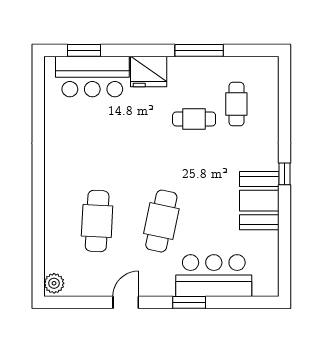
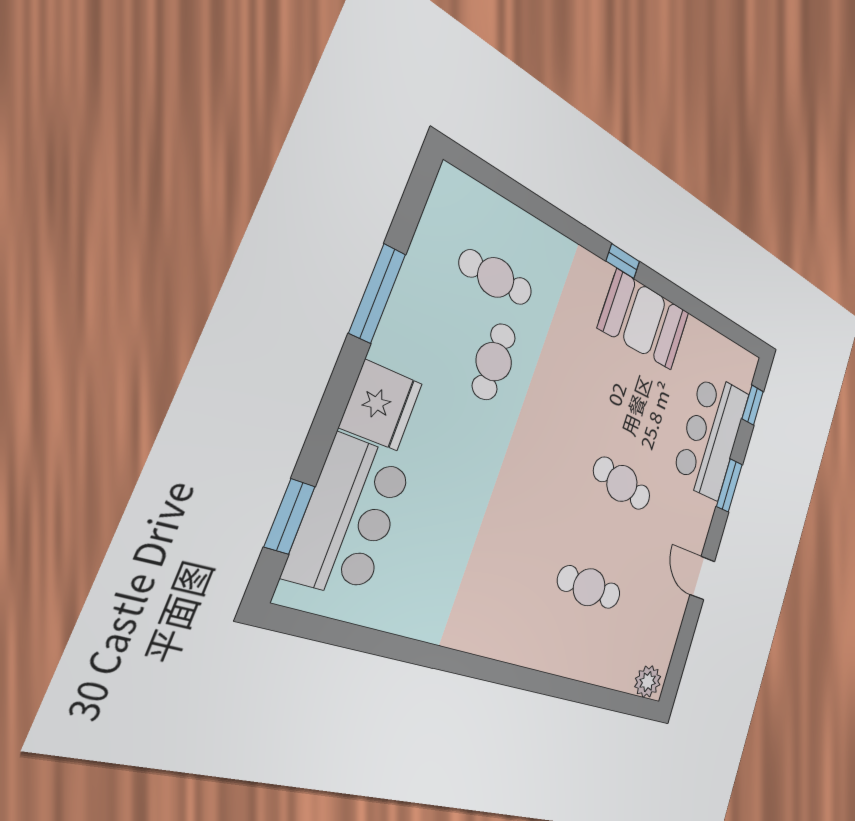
cafe table: (97, 221) -> (589, 587), width x0.73, depth x0.74
cafe table: (161, 221) -> (622, 483), width x0.73, depth x0.74
window: (246, 302) -> (753, 405), added

